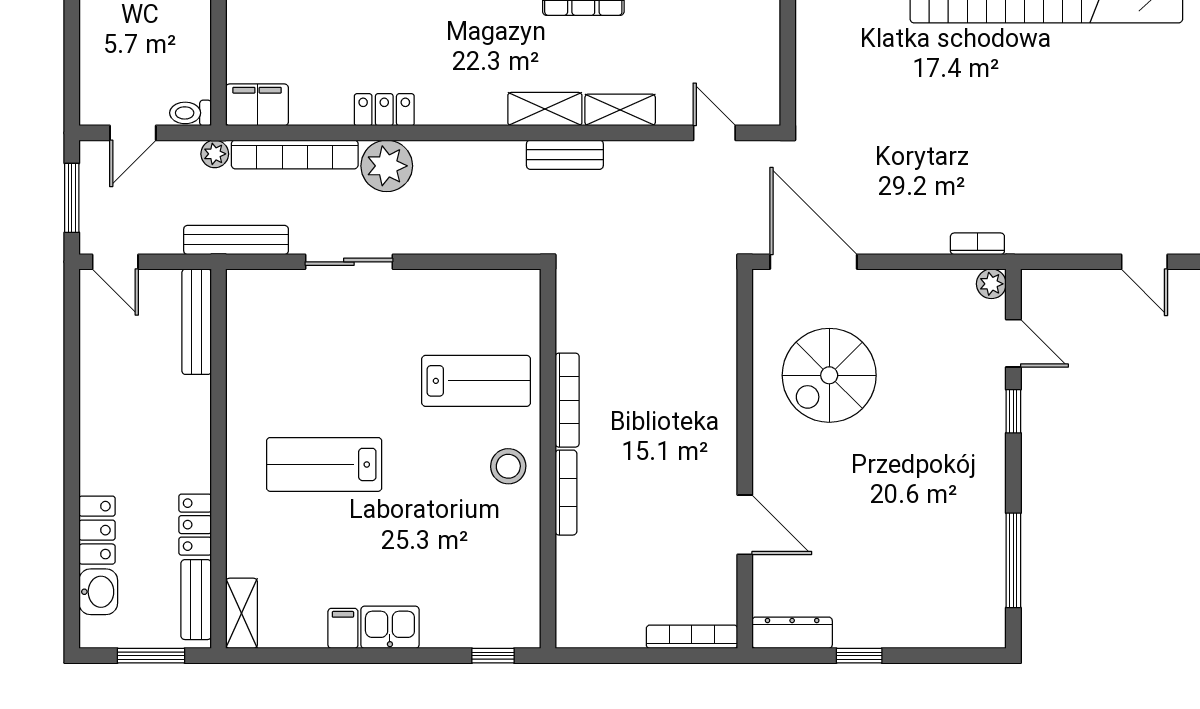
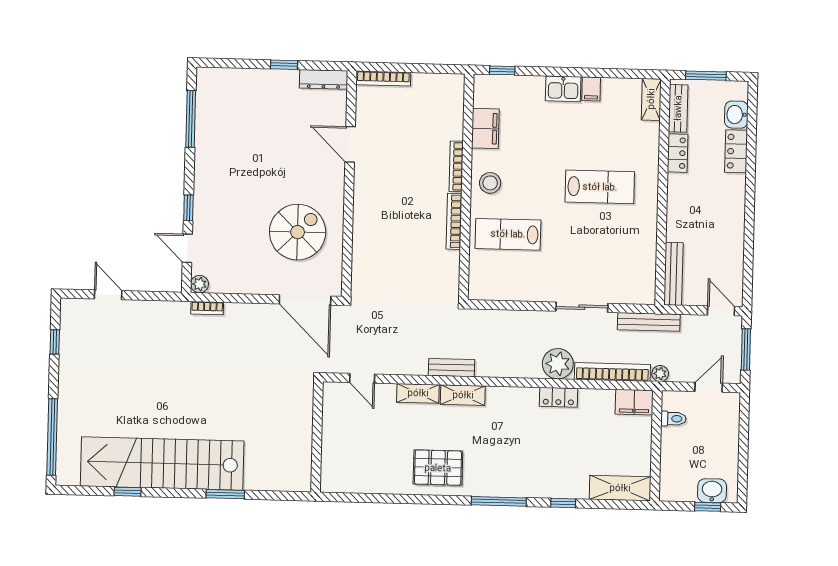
toilet: (191, 113) -> (673, 419), moved
filing cabinet: (518, 557) -> (485, 128), added

